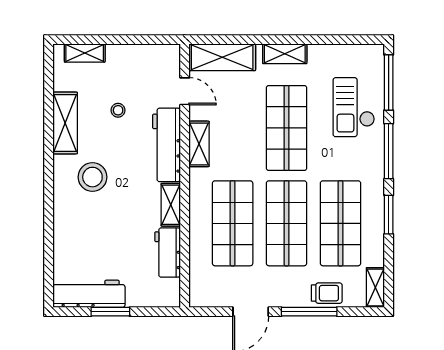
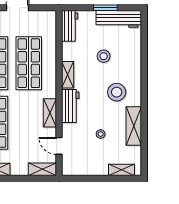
shelving: (222, 57) -> (42, 169), width x0.67, depth x0.75
workbench: (166, 145) -> (70, 106), width x0.73
stool: (113, 234) -> (104, 56), added
workbench: (168, 253) -> (70, 26), moved

